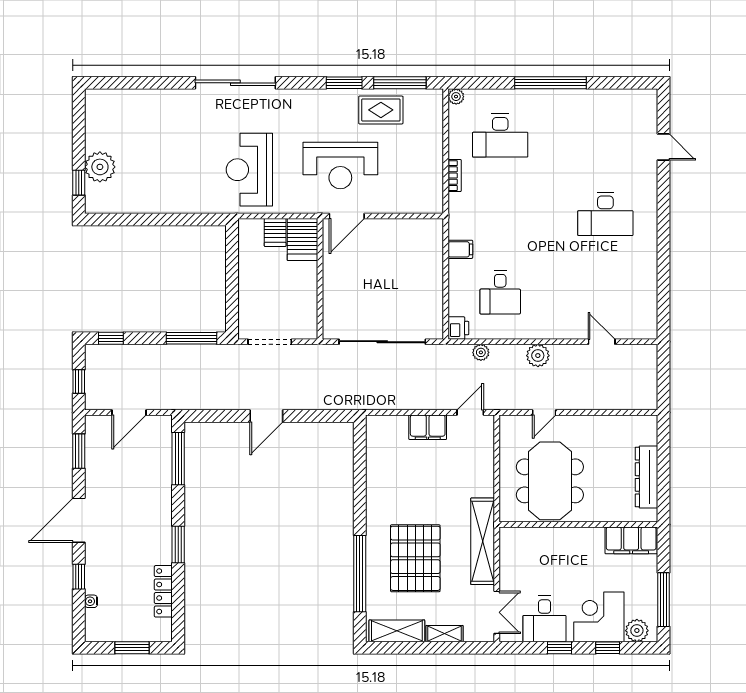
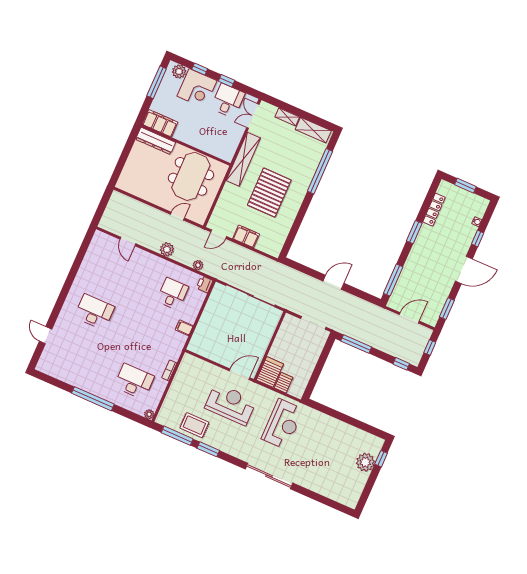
dresser: (646, 477) -> (156, 141), moved, turned 90
pallet: (415, 558) -> (269, 193), moved

